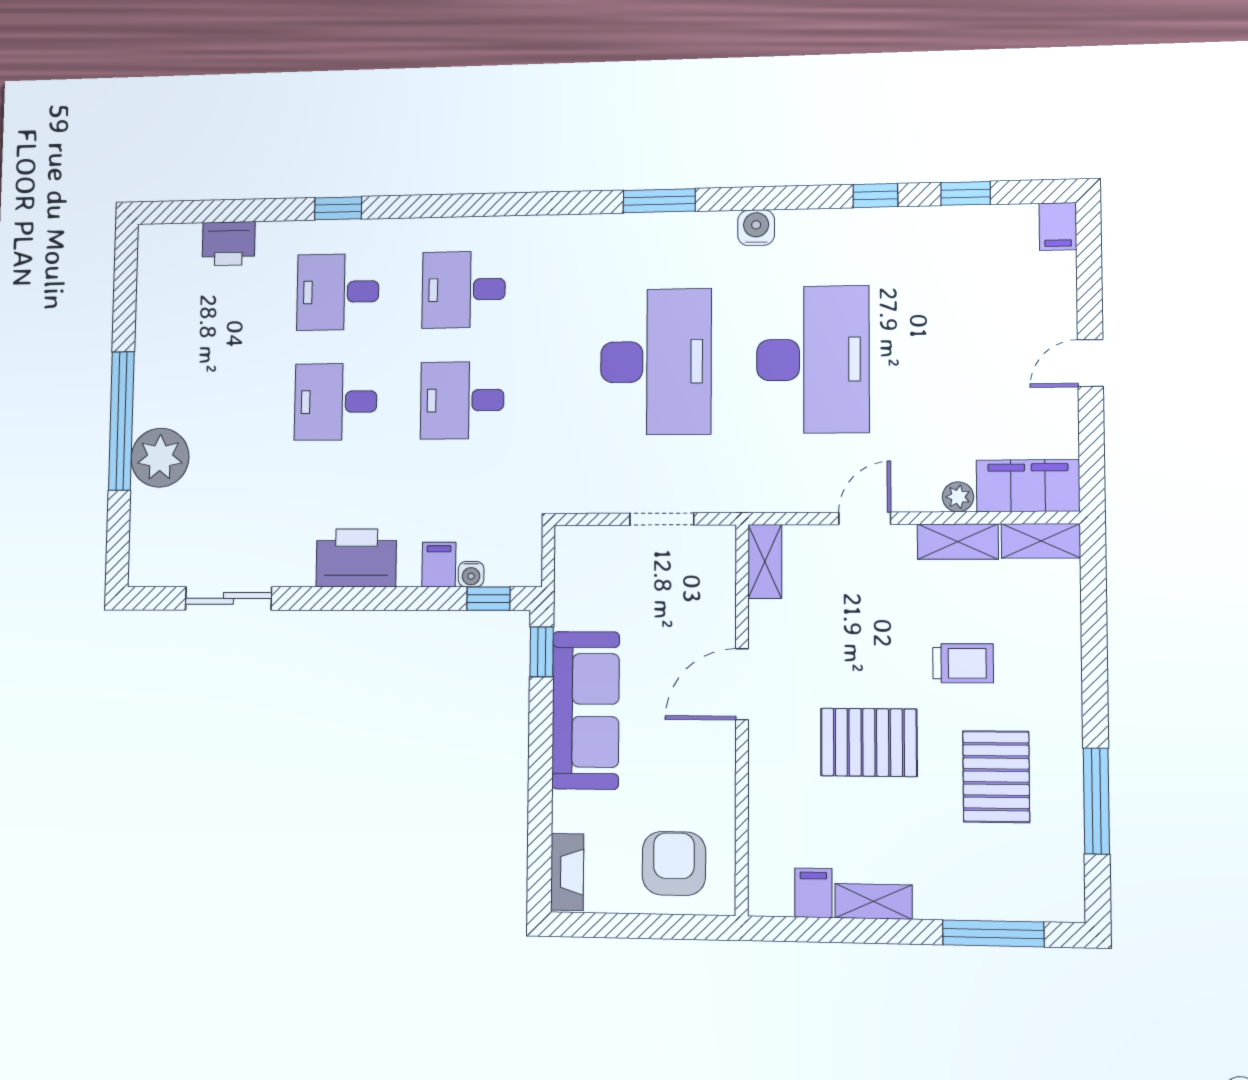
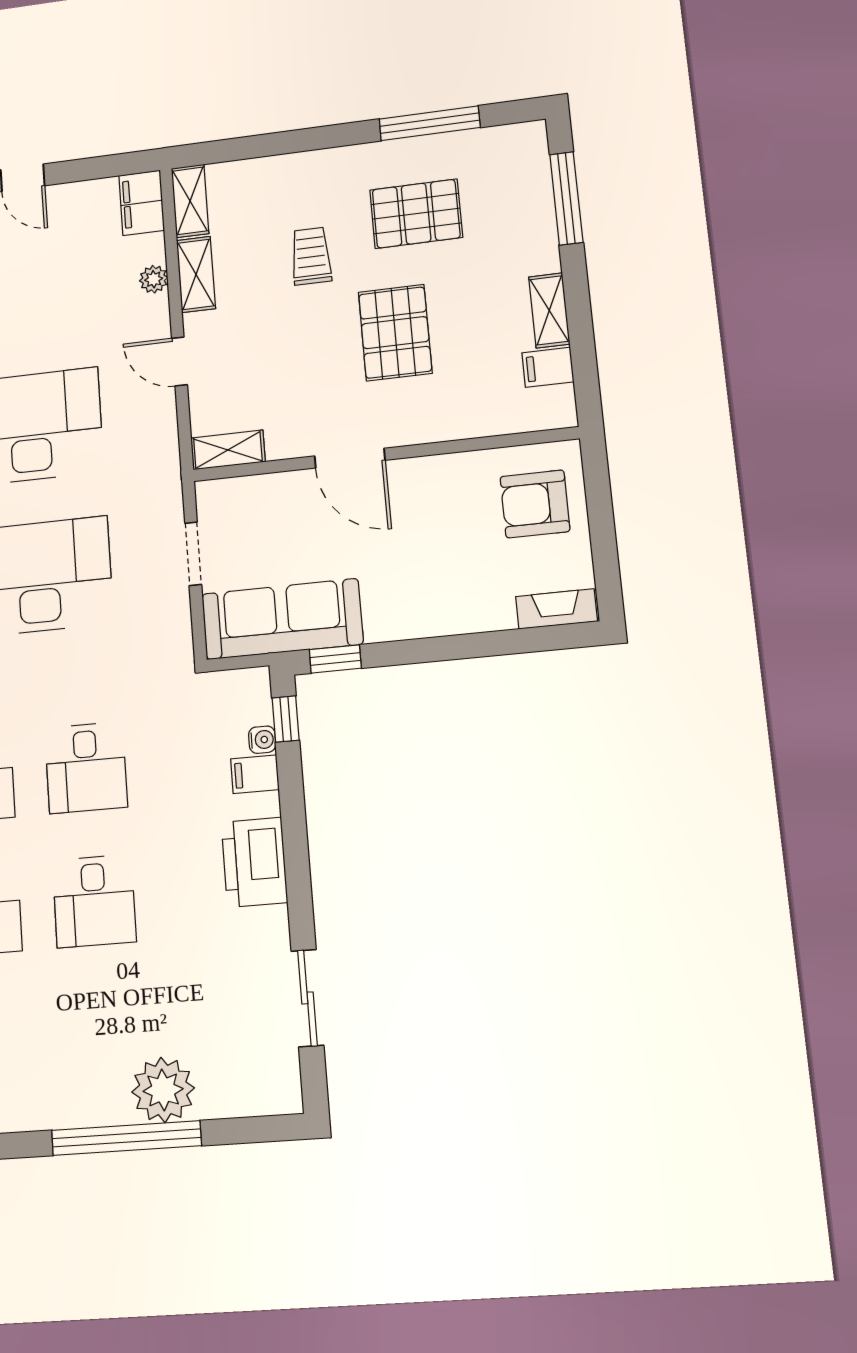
filing cabinet: (1028, 486) -> (142, 203), width x0.67, depth x0.86
sofa: (586, 710) -> (282, 619), moved

